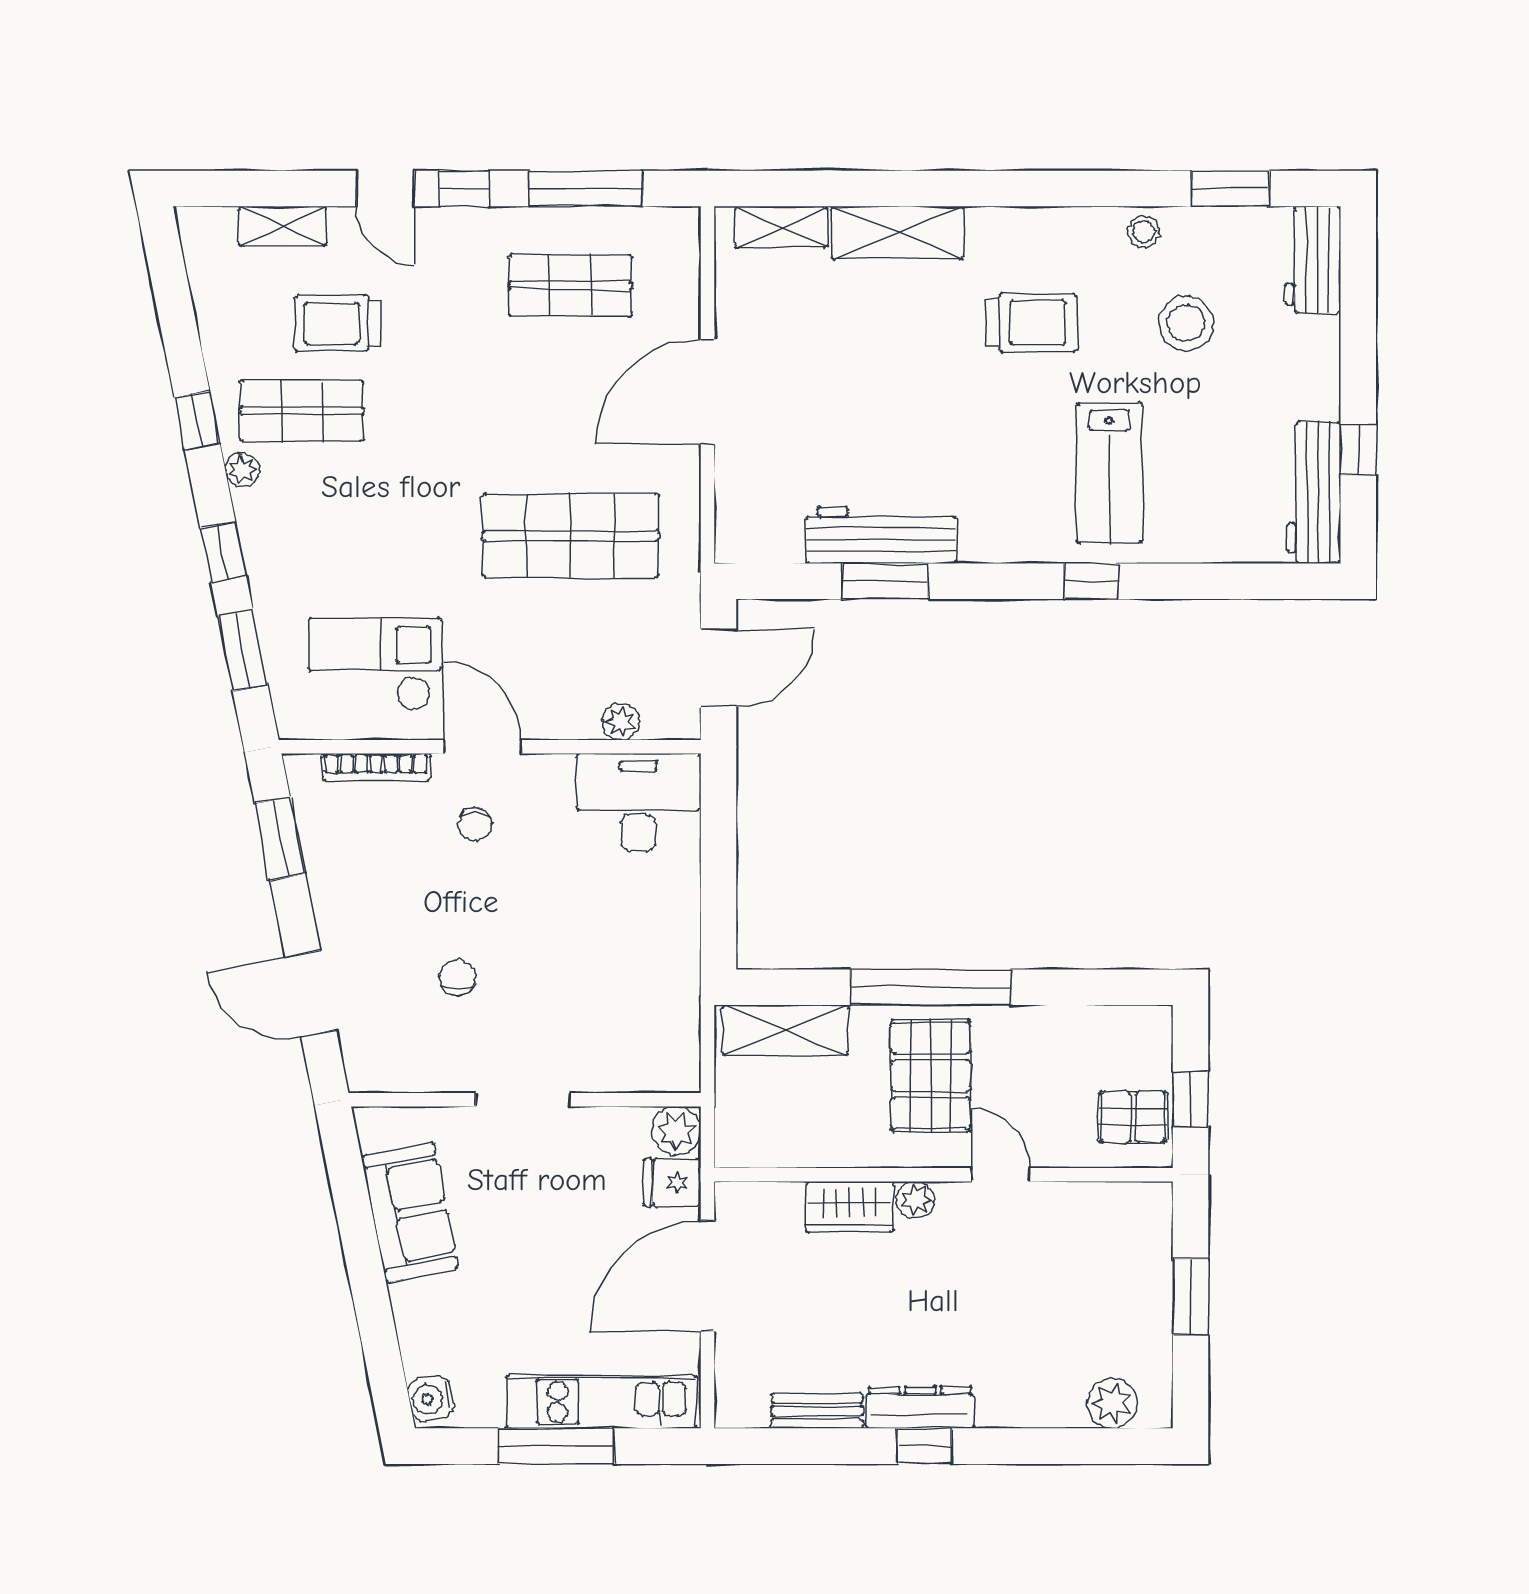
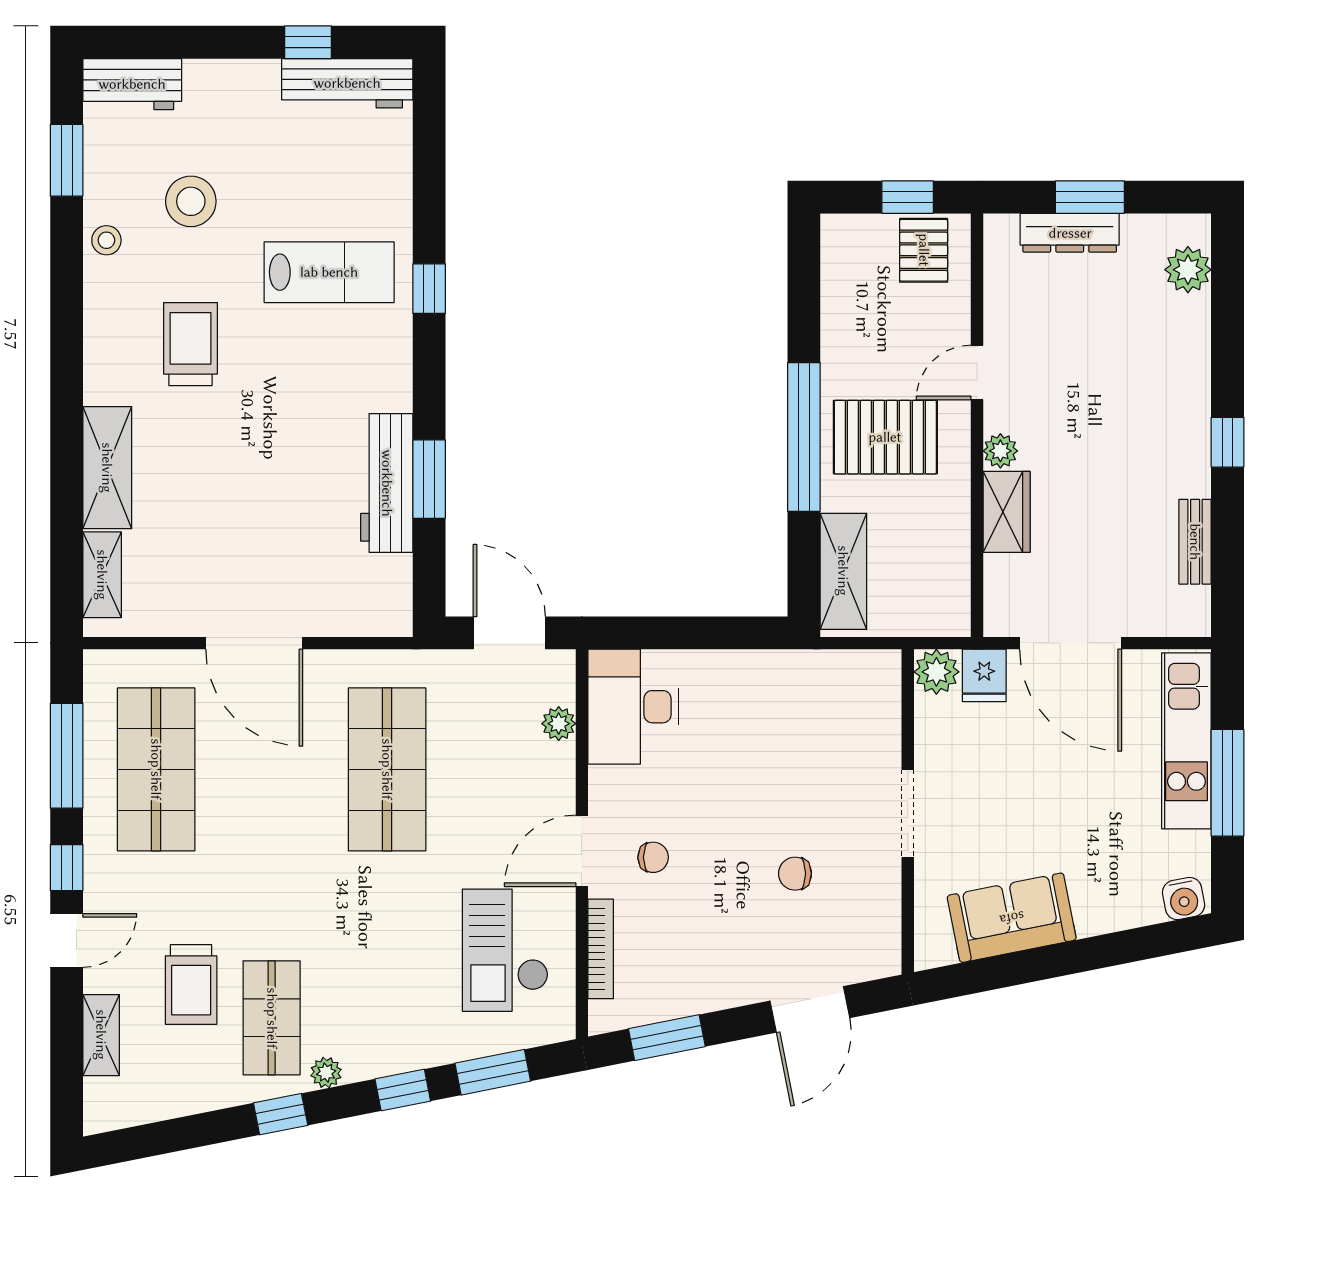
shop shelf: (571, 285) -> (156, 769), width x1.43, depth x1.36
dresser: (920, 1408) -> (1070, 233), moved, turned -90

